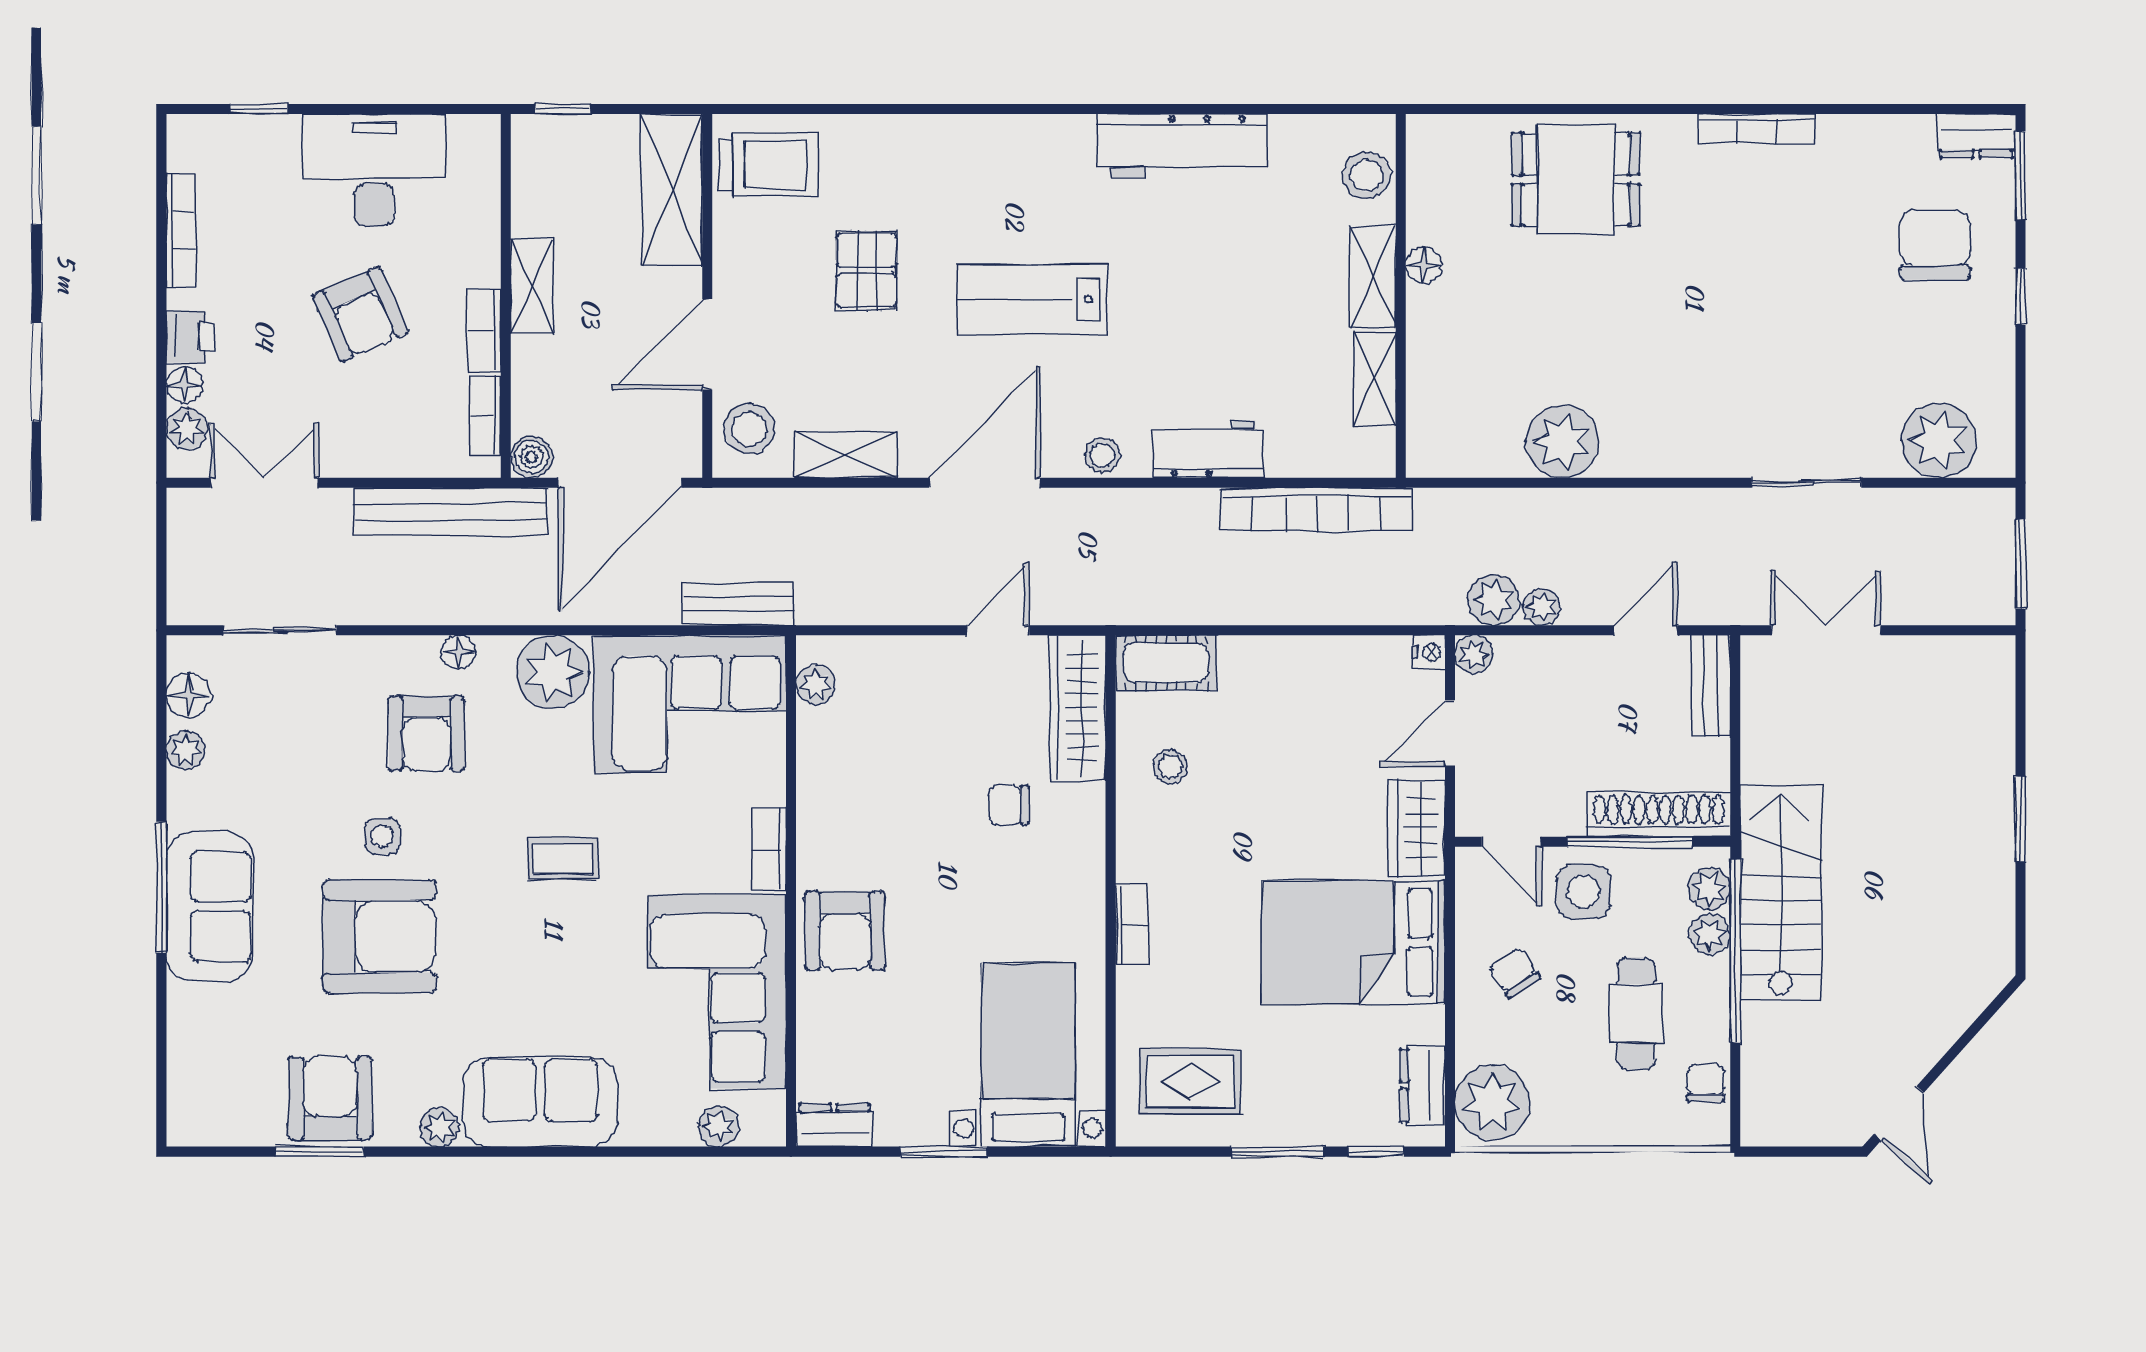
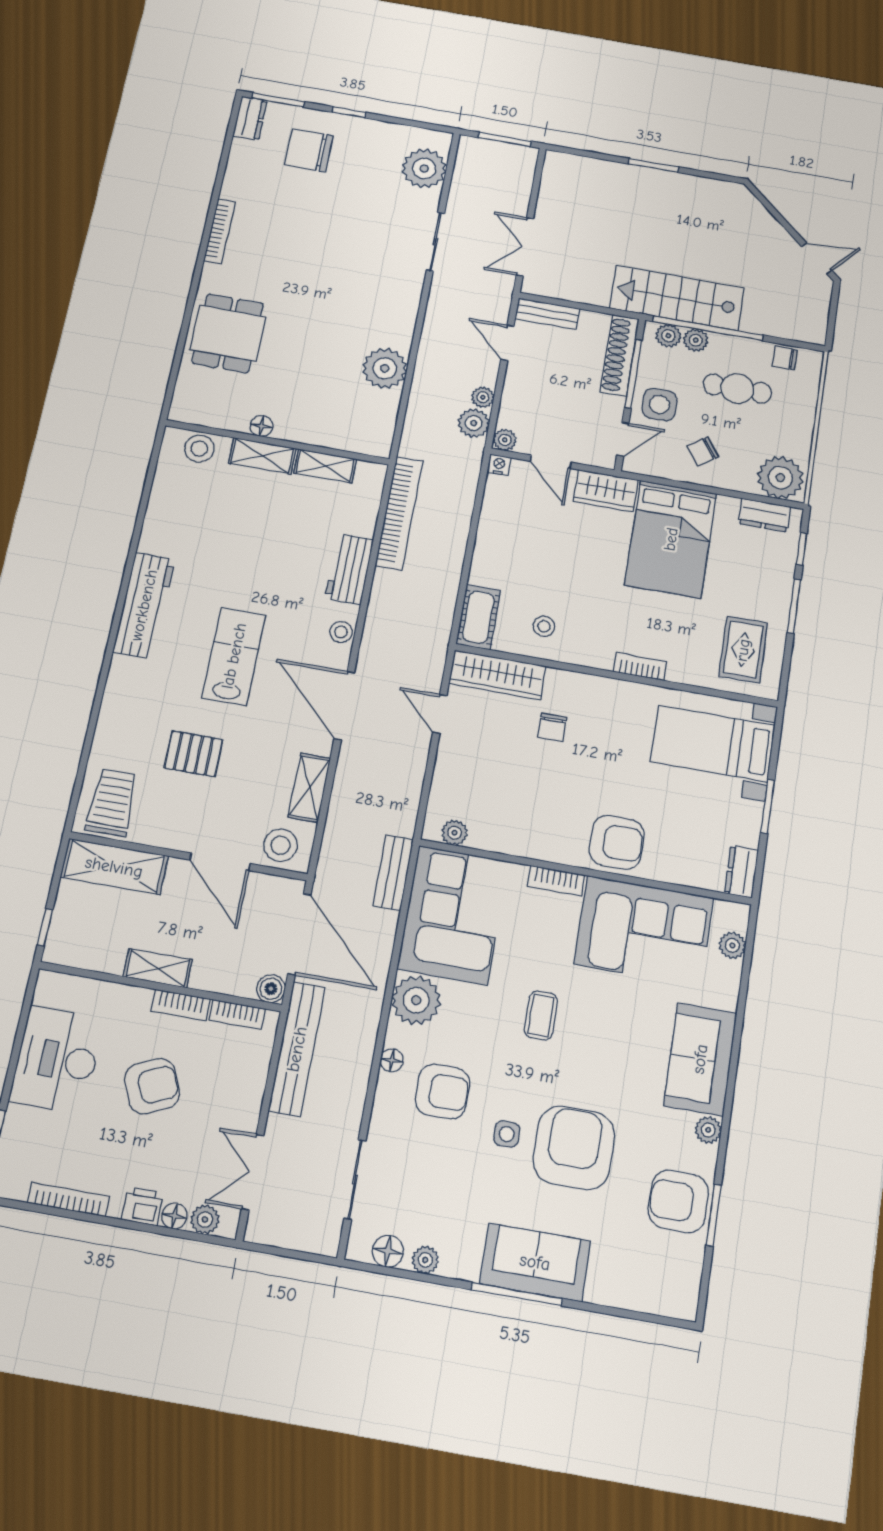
workbench: (1182, 146) -> (144, 605), moved
lab bench: (1032, 299) -> (234, 656), turned 180

